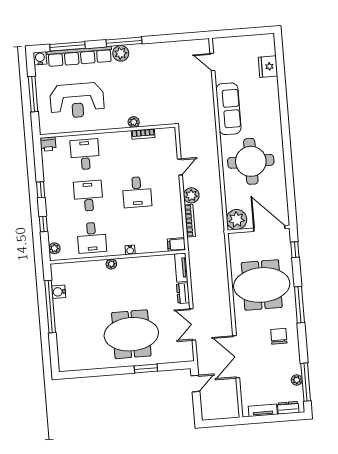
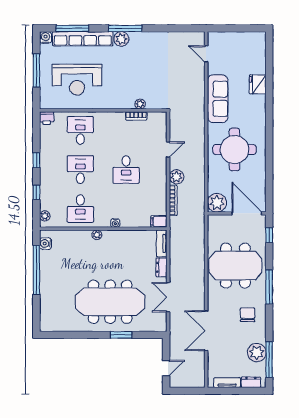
fridge: (268, 67) -> (258, 84), moved
plant: (134, 122) -> (140, 104), moved
water cooler: (59, 292) -> (46, 244), moved
meeting table: (131, 334) -> (110, 302), width x1.36
plant: (297, 380) -> (257, 353), width x1.88, depth x1.88
door: (195, 384) -> (166, 368), moved

